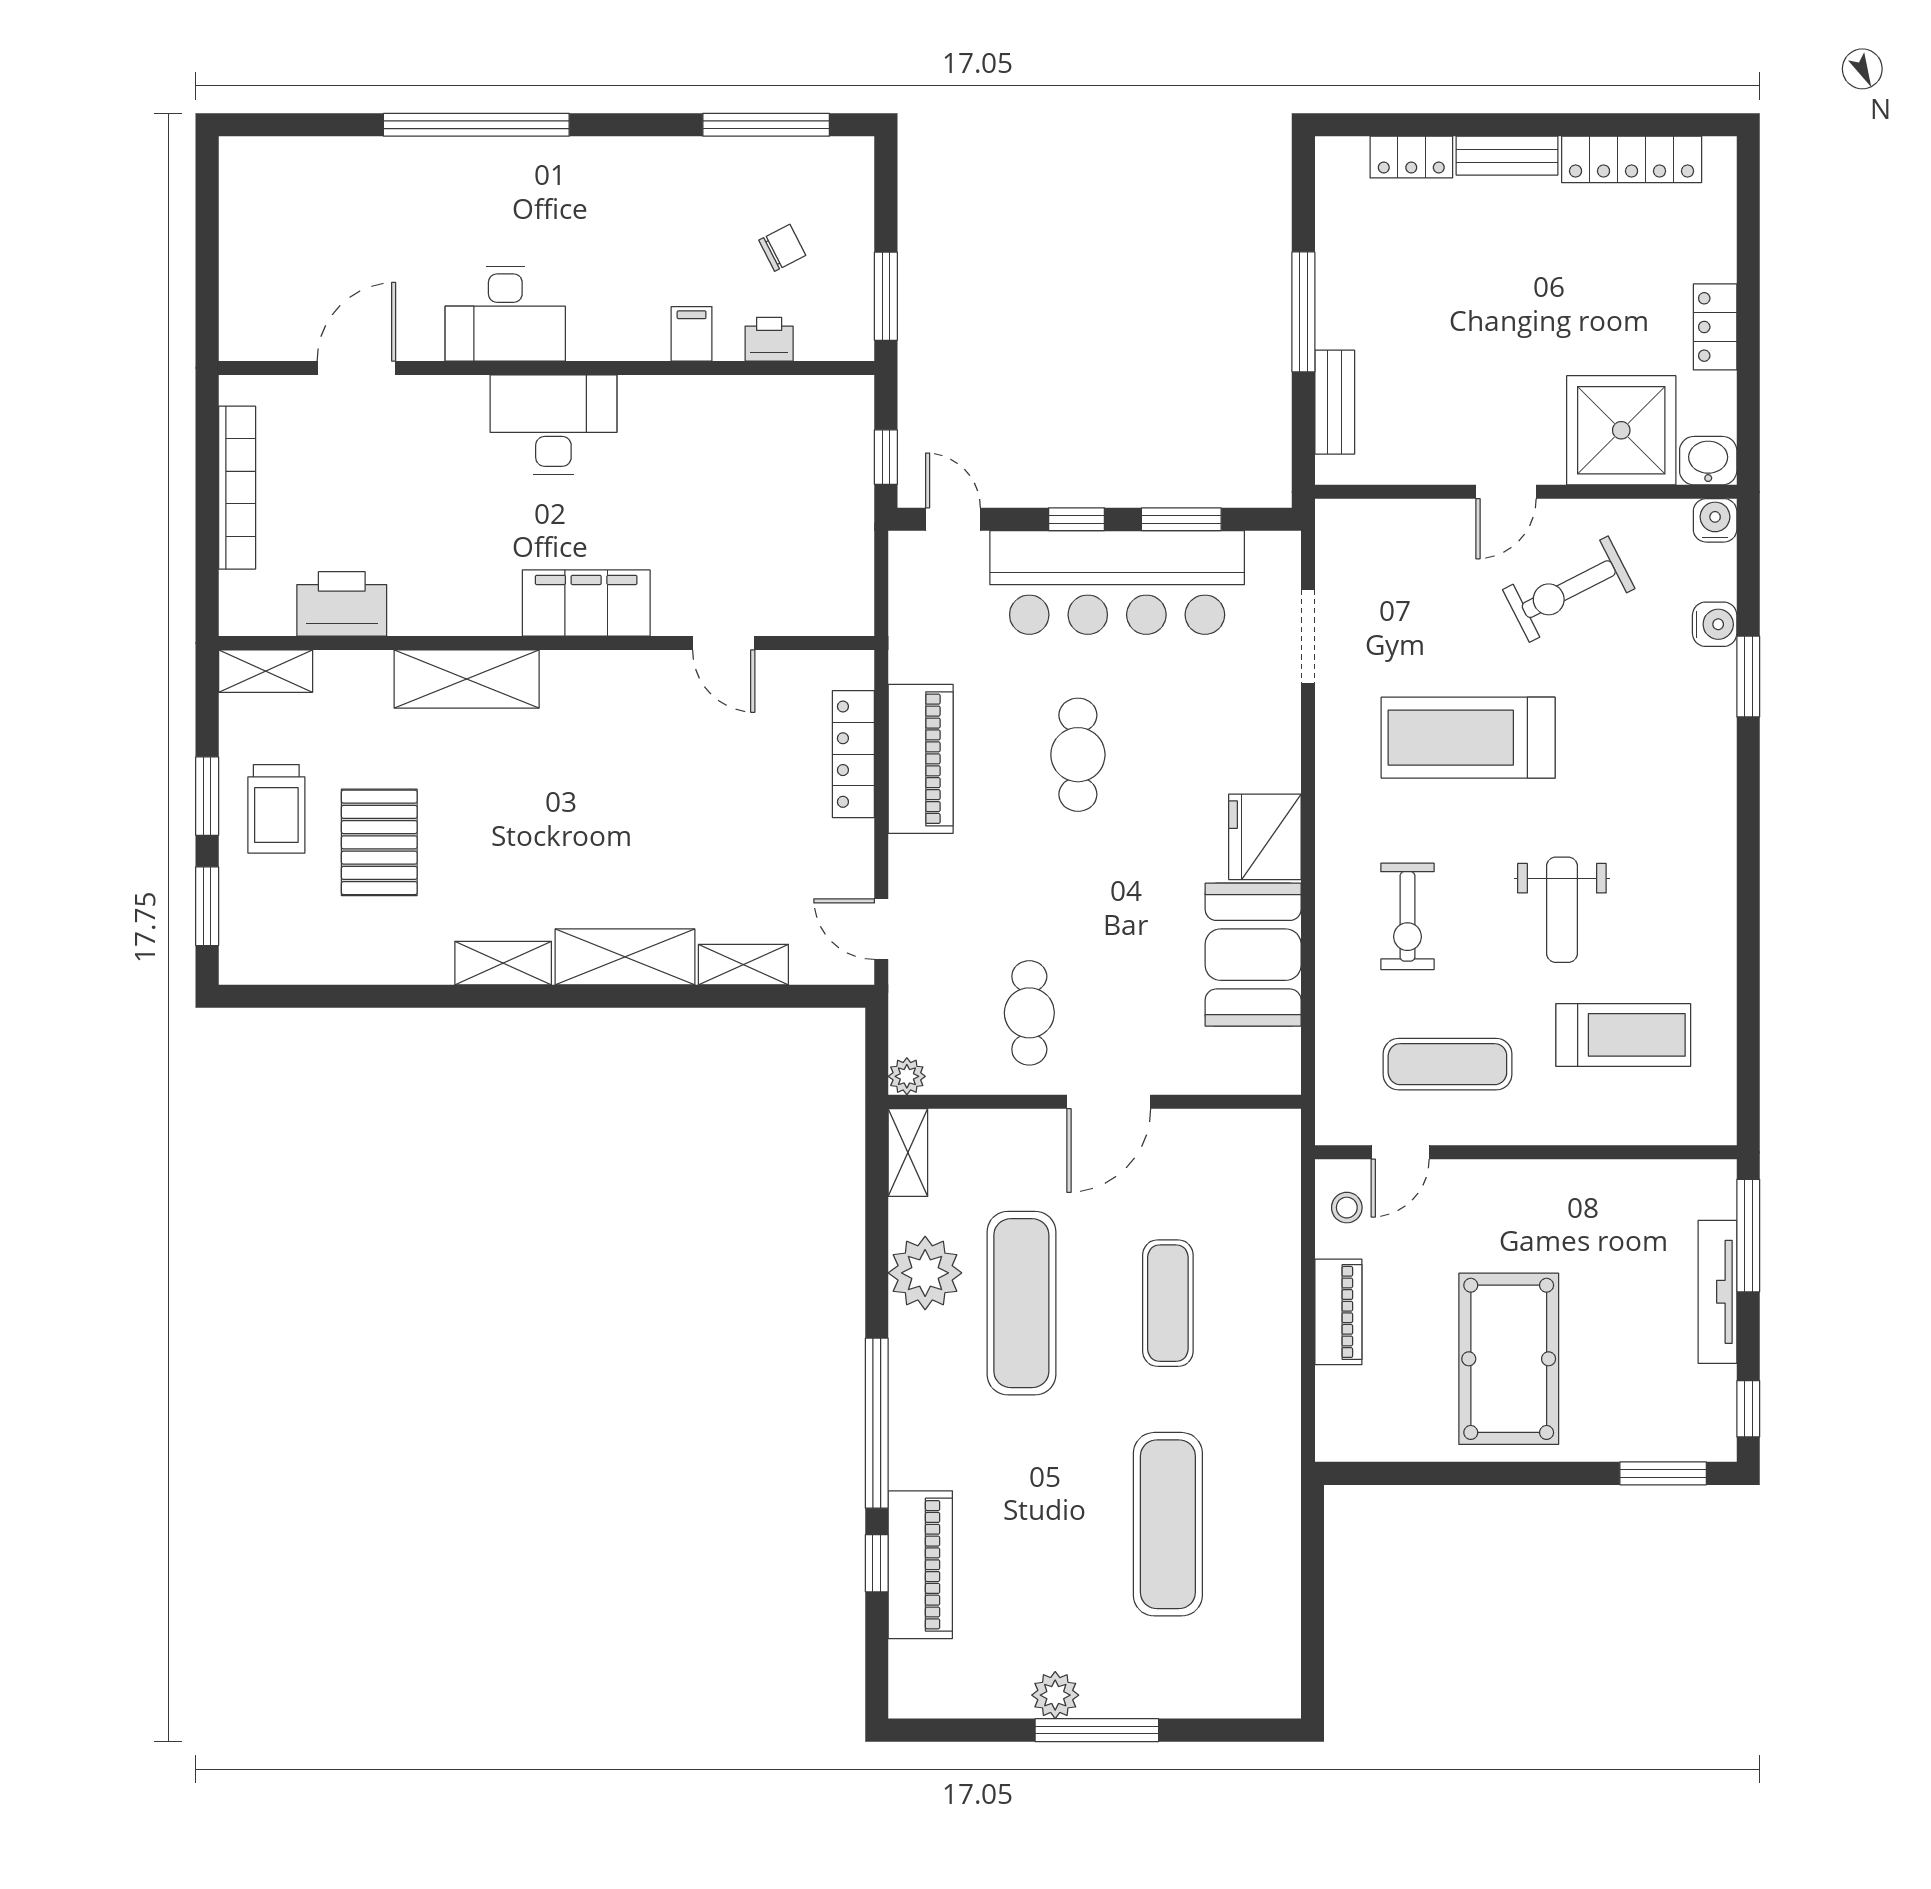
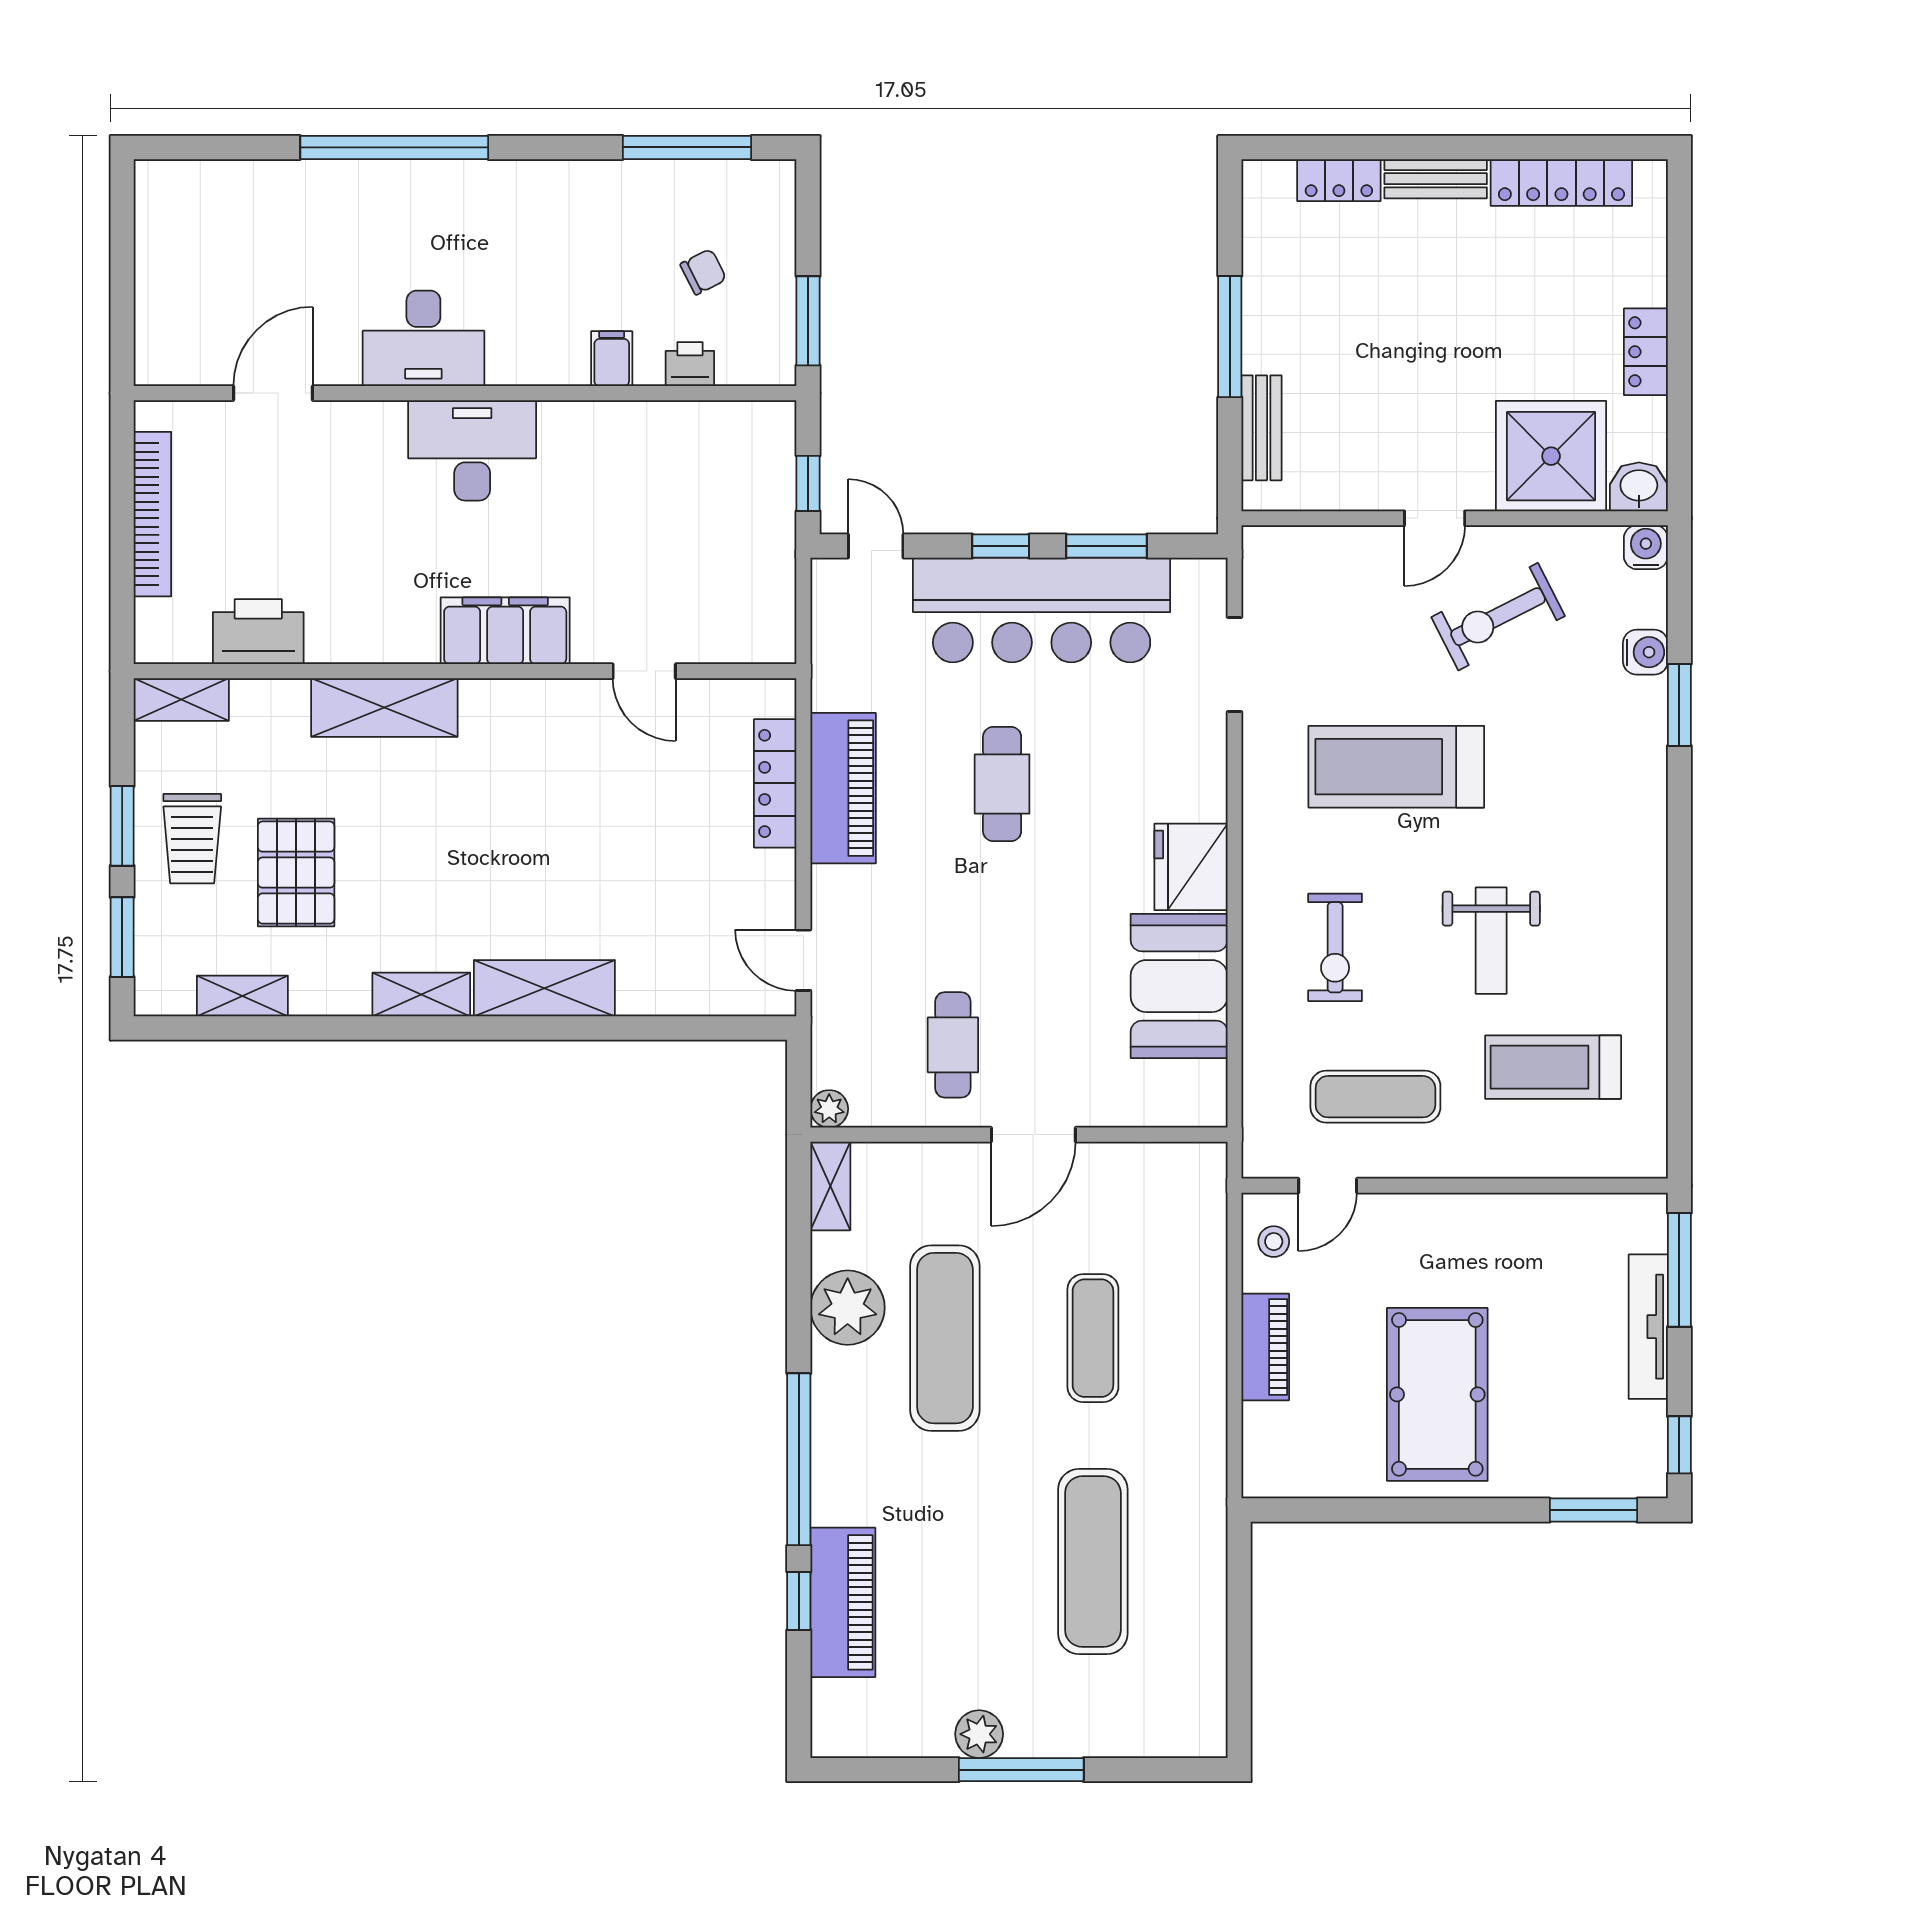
shelving: (743, 965) -> (242, 996), moved
treadmill: (1623, 1035) -> (1553, 1067), turned 180

